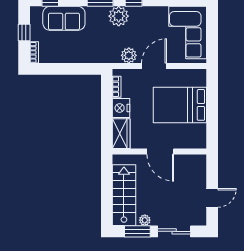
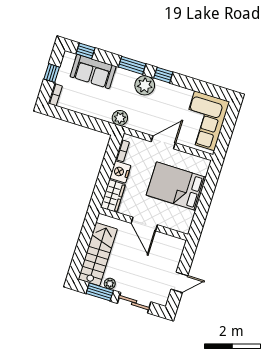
plant: (129, 55) -> (120, 118), moved

